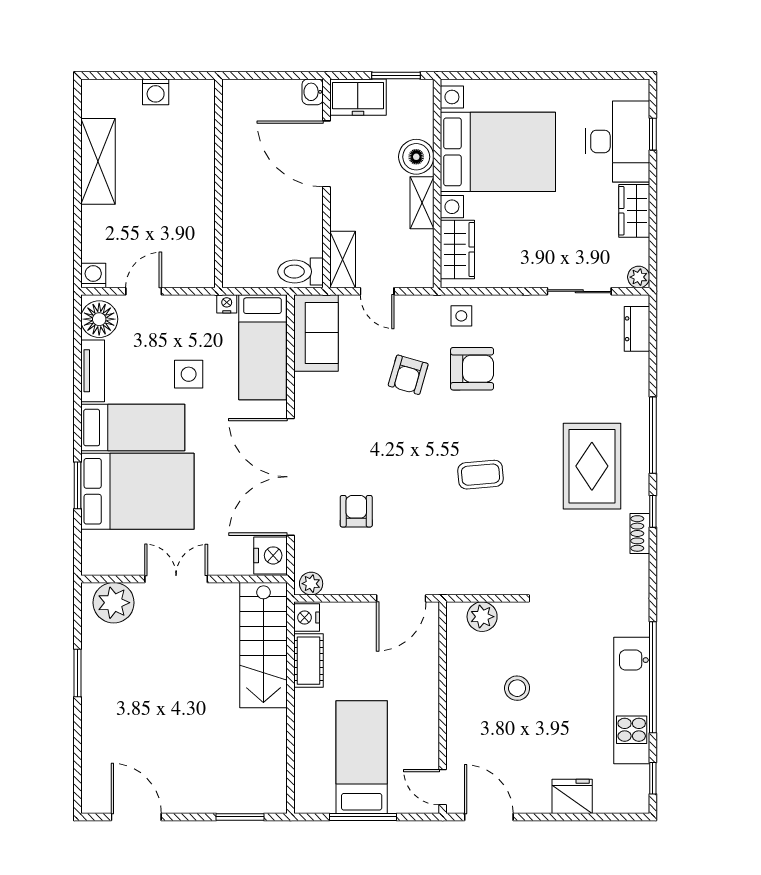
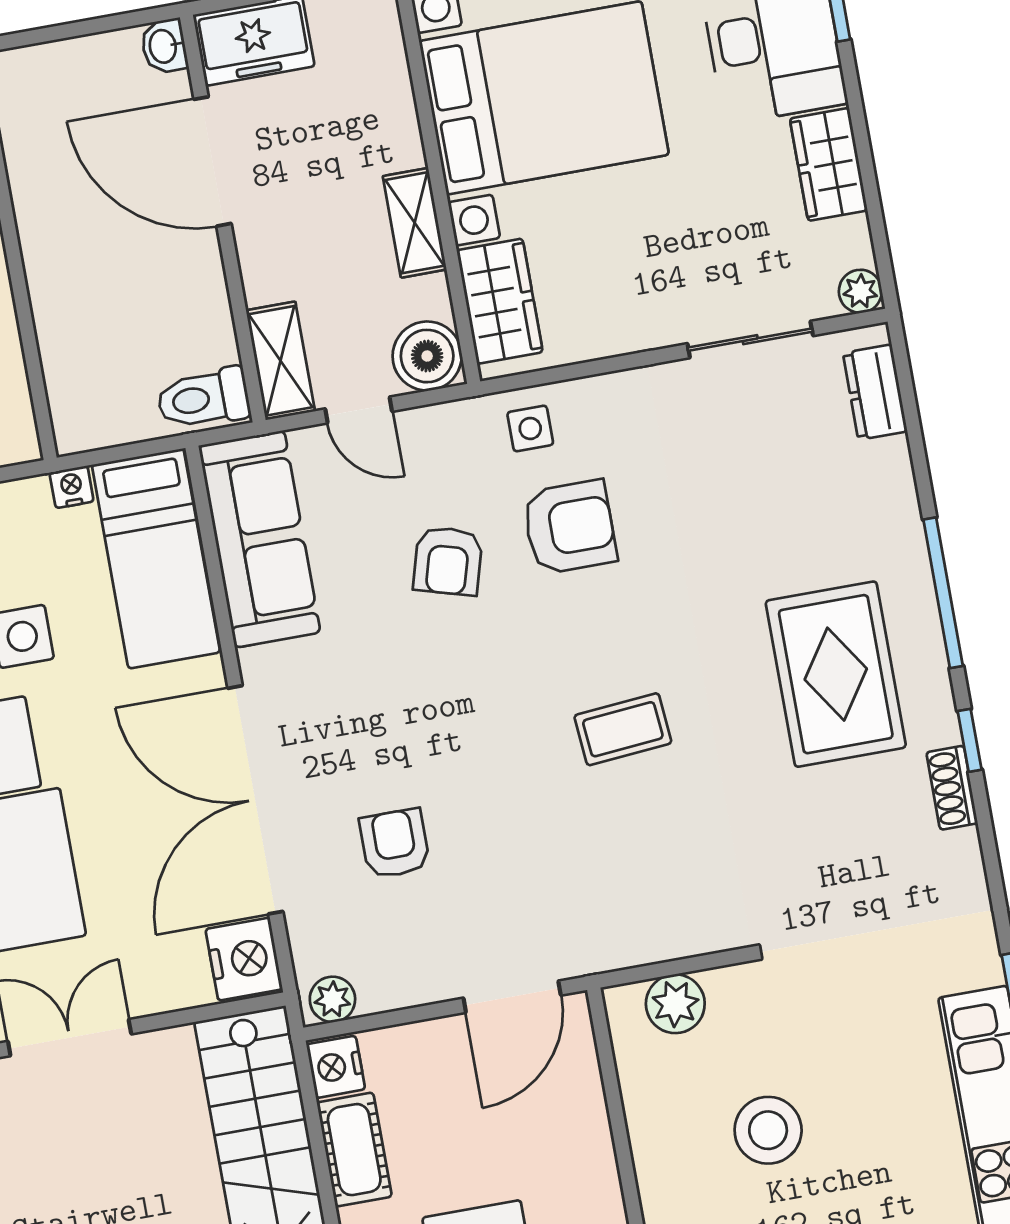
boiler: (416, 157) -> (427, 356), moved
sofa: (316, 333) -> (259, 539), width x1.36
stool: (517, 688) -> (768, 1130), width x1.38, depth x1.38

